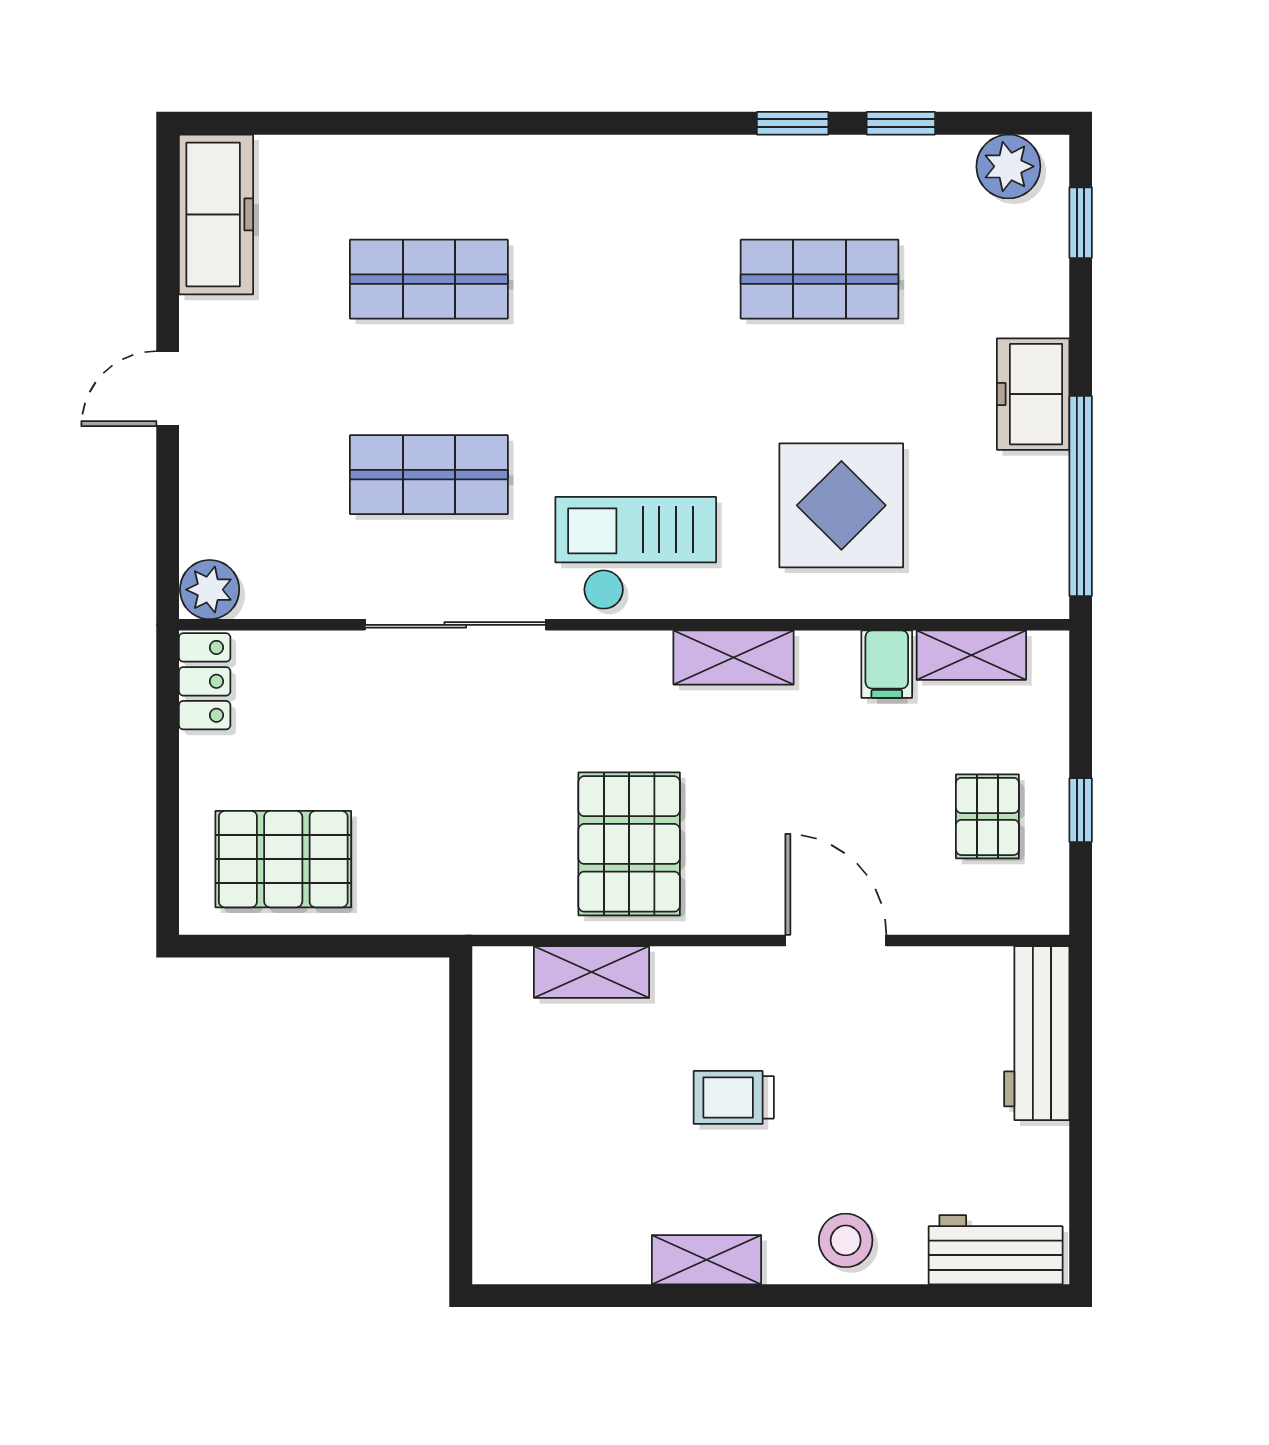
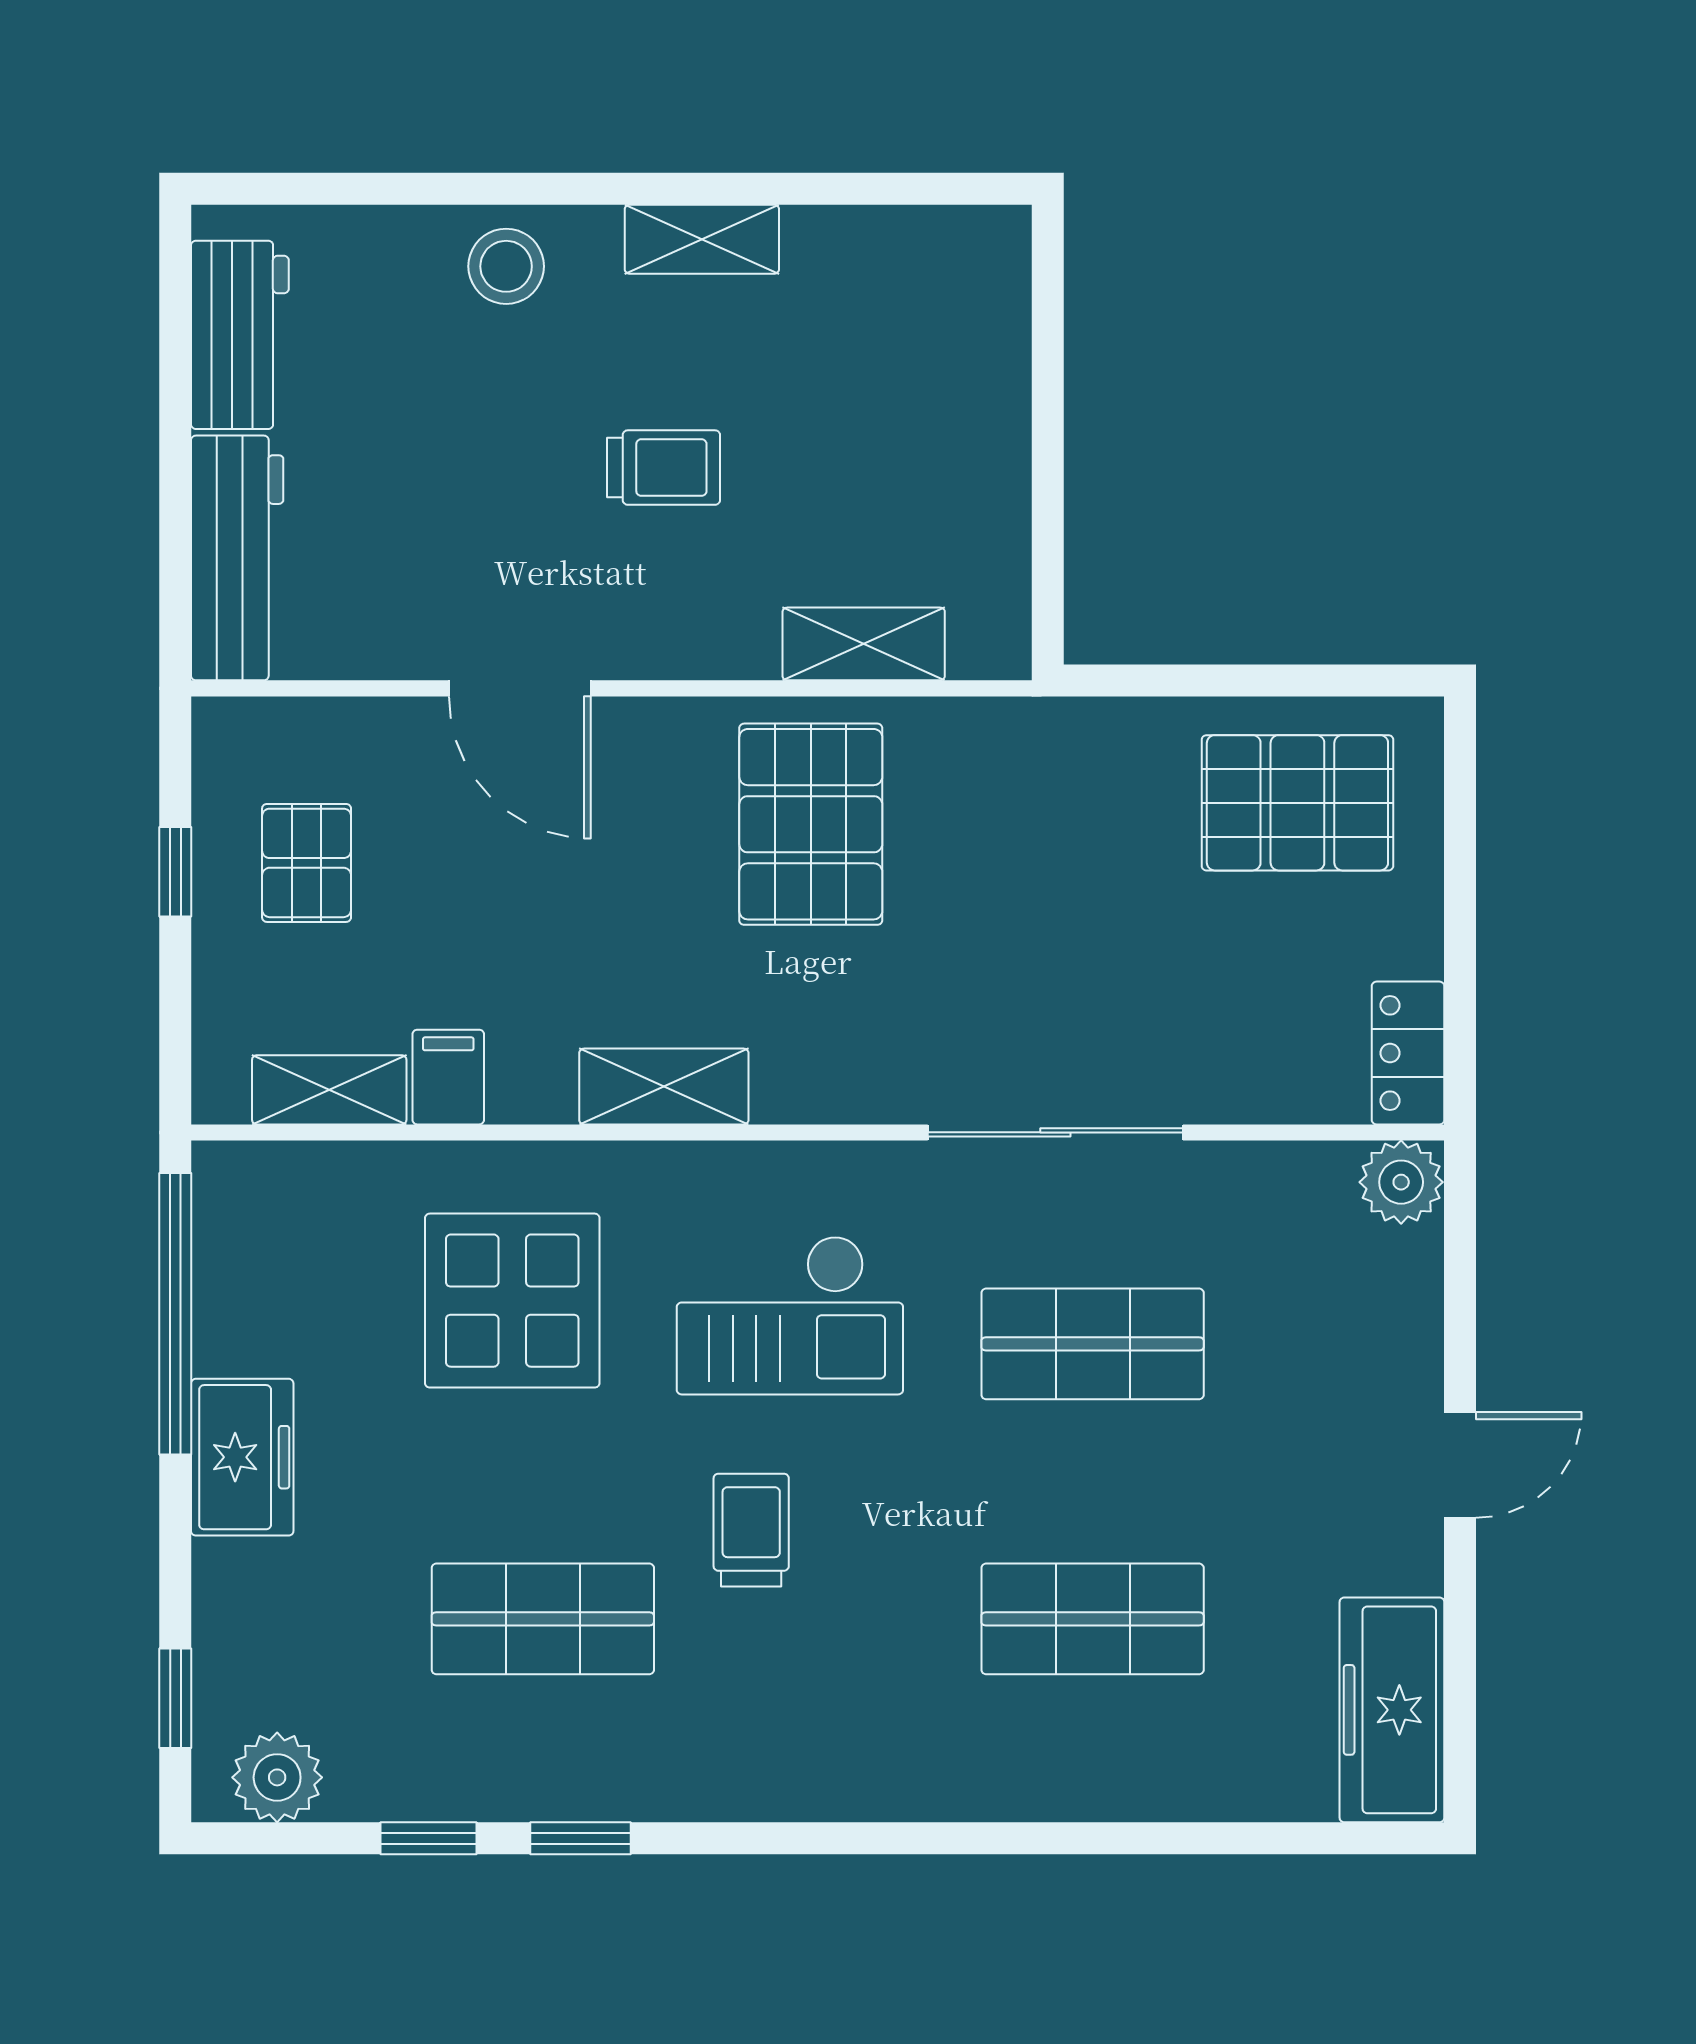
trolley: (671, 342) -> (751, 1530), added
checkout: (636, 553) -> (790, 1315), moved
workbench: (996, 1250) -> (240, 335), moved, turned -90

